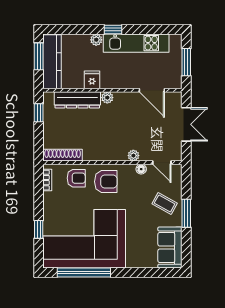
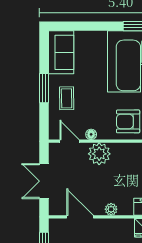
plant: (107, 98) -> (111, 209), moved
plant: (133, 156) -> (99, 154), width x1.88, depth x1.88
coffee table: (165, 204) -> (67, 98), turned 60

